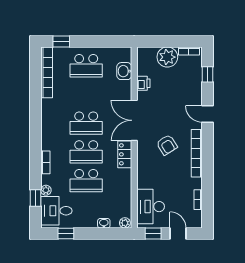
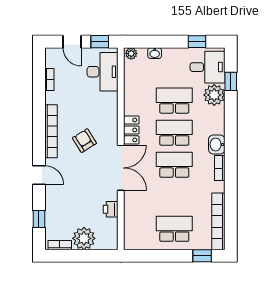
washbasin: (124, 71) -> (217, 144), moved, turned 180
bookcase: (45, 162) -> (220, 168), moved
plant: (46, 190) -> (214, 95), width x1.88, depth x1.88

